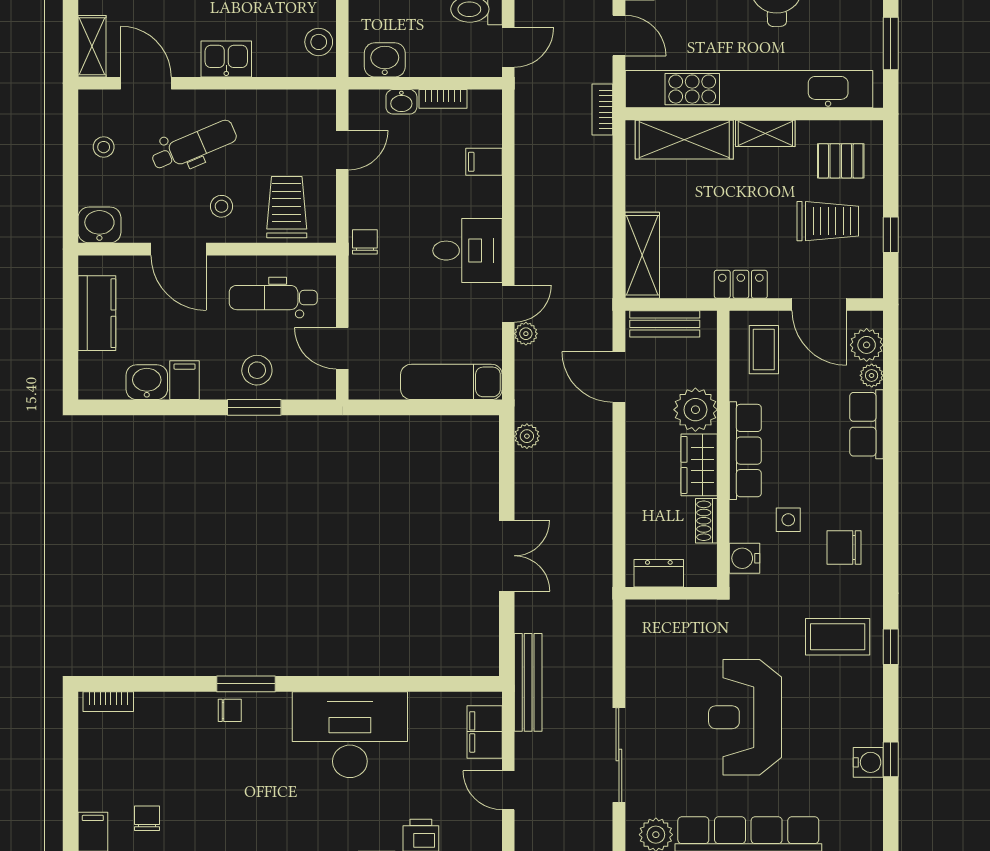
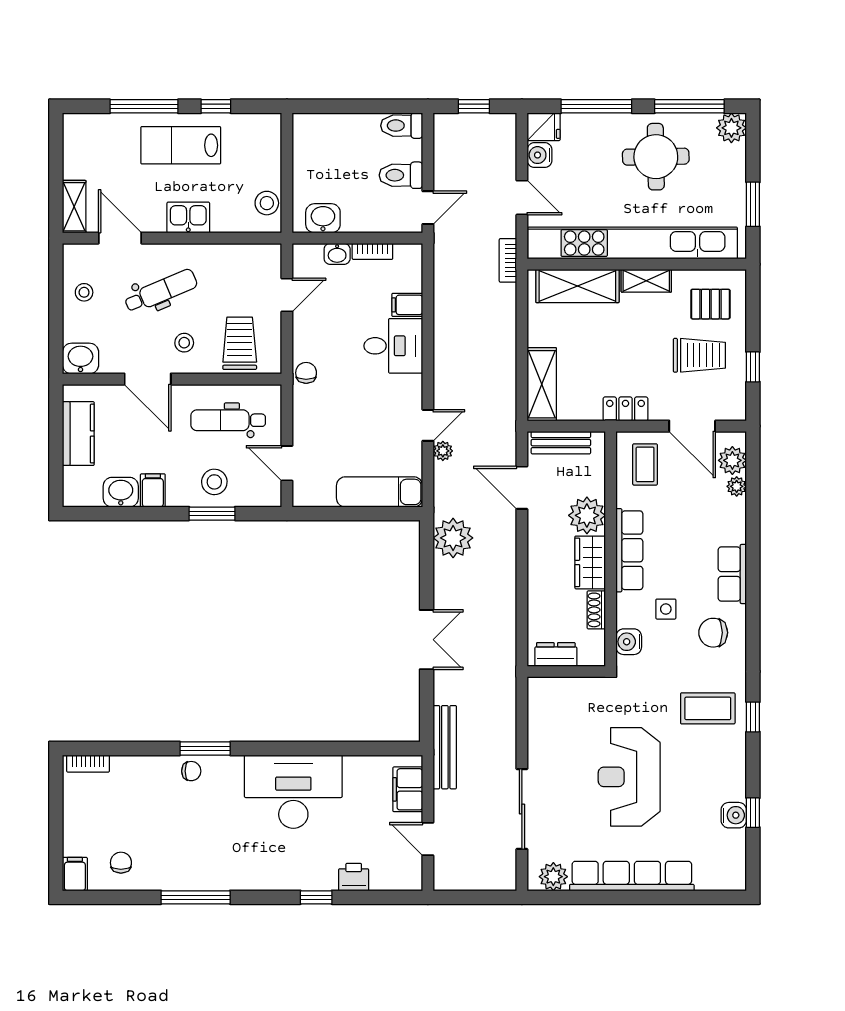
desk: (468, 251) -> (393, 346), moved
row of seats: (867, 424) -> (732, 574), moved
plant: (527, 436) -> (453, 538), width x1.88, depth x1.88

